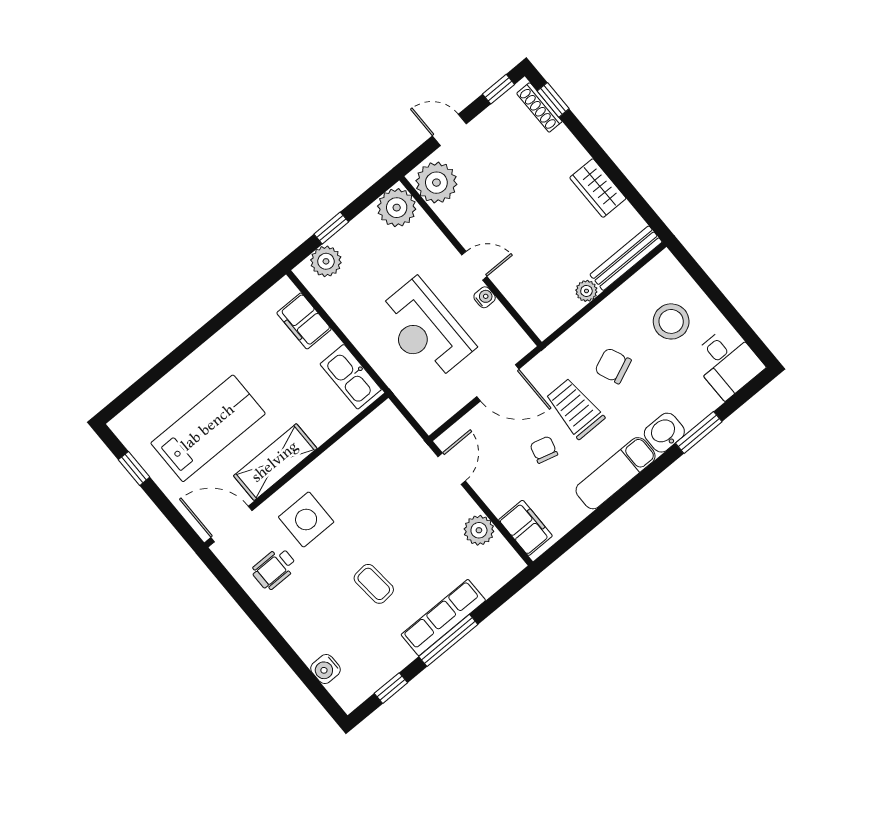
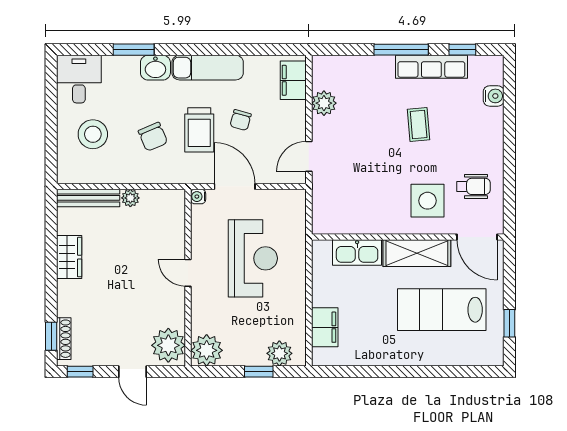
water cooler: (485, 297) -> (198, 197), moved
kitchen sink: (351, 377) -> (357, 253), moved, turned 90
row of seats: (443, 618) -> (431, 67), moved

